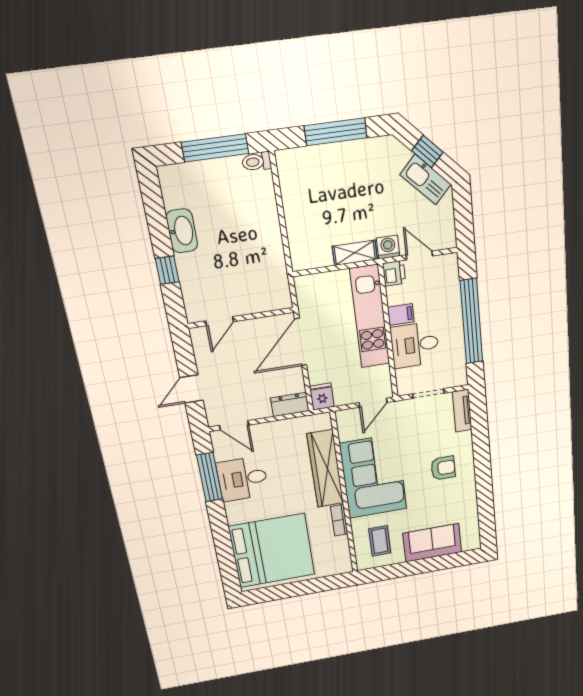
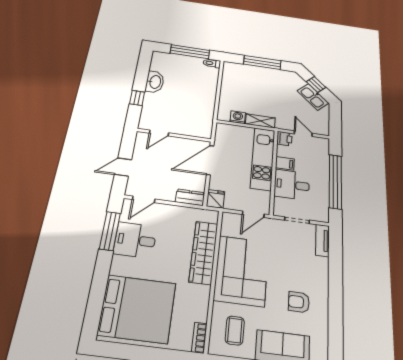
washing machine: (388, 247) -> (238, 117), moved
door: (234, 425) -> (144, 199), hinge flipped
armchair: (443, 468) -> (299, 302), moved, turned 180
bookcase: (339, 520) -> (199, 338), moved

